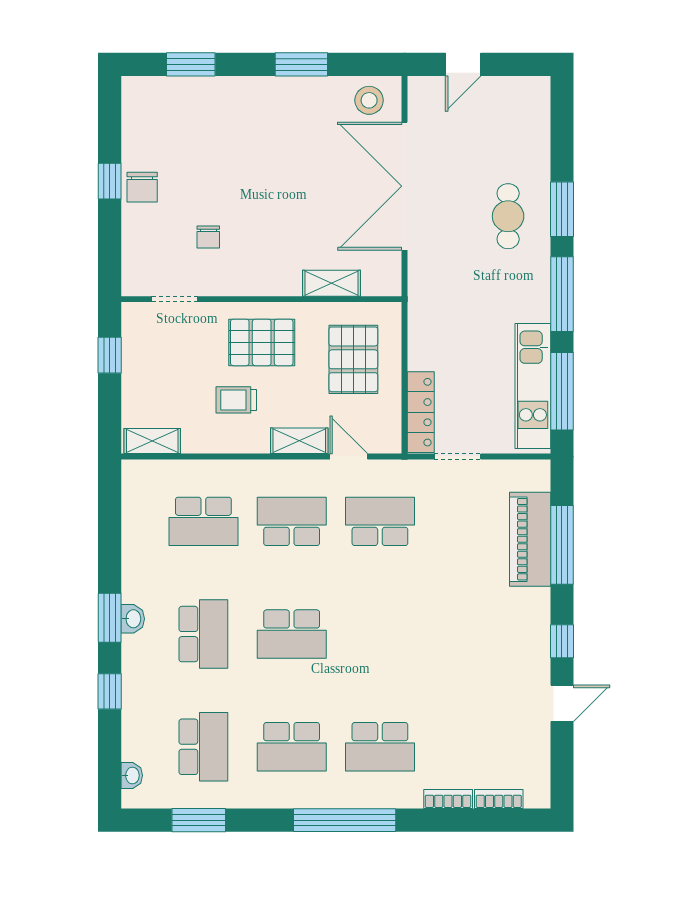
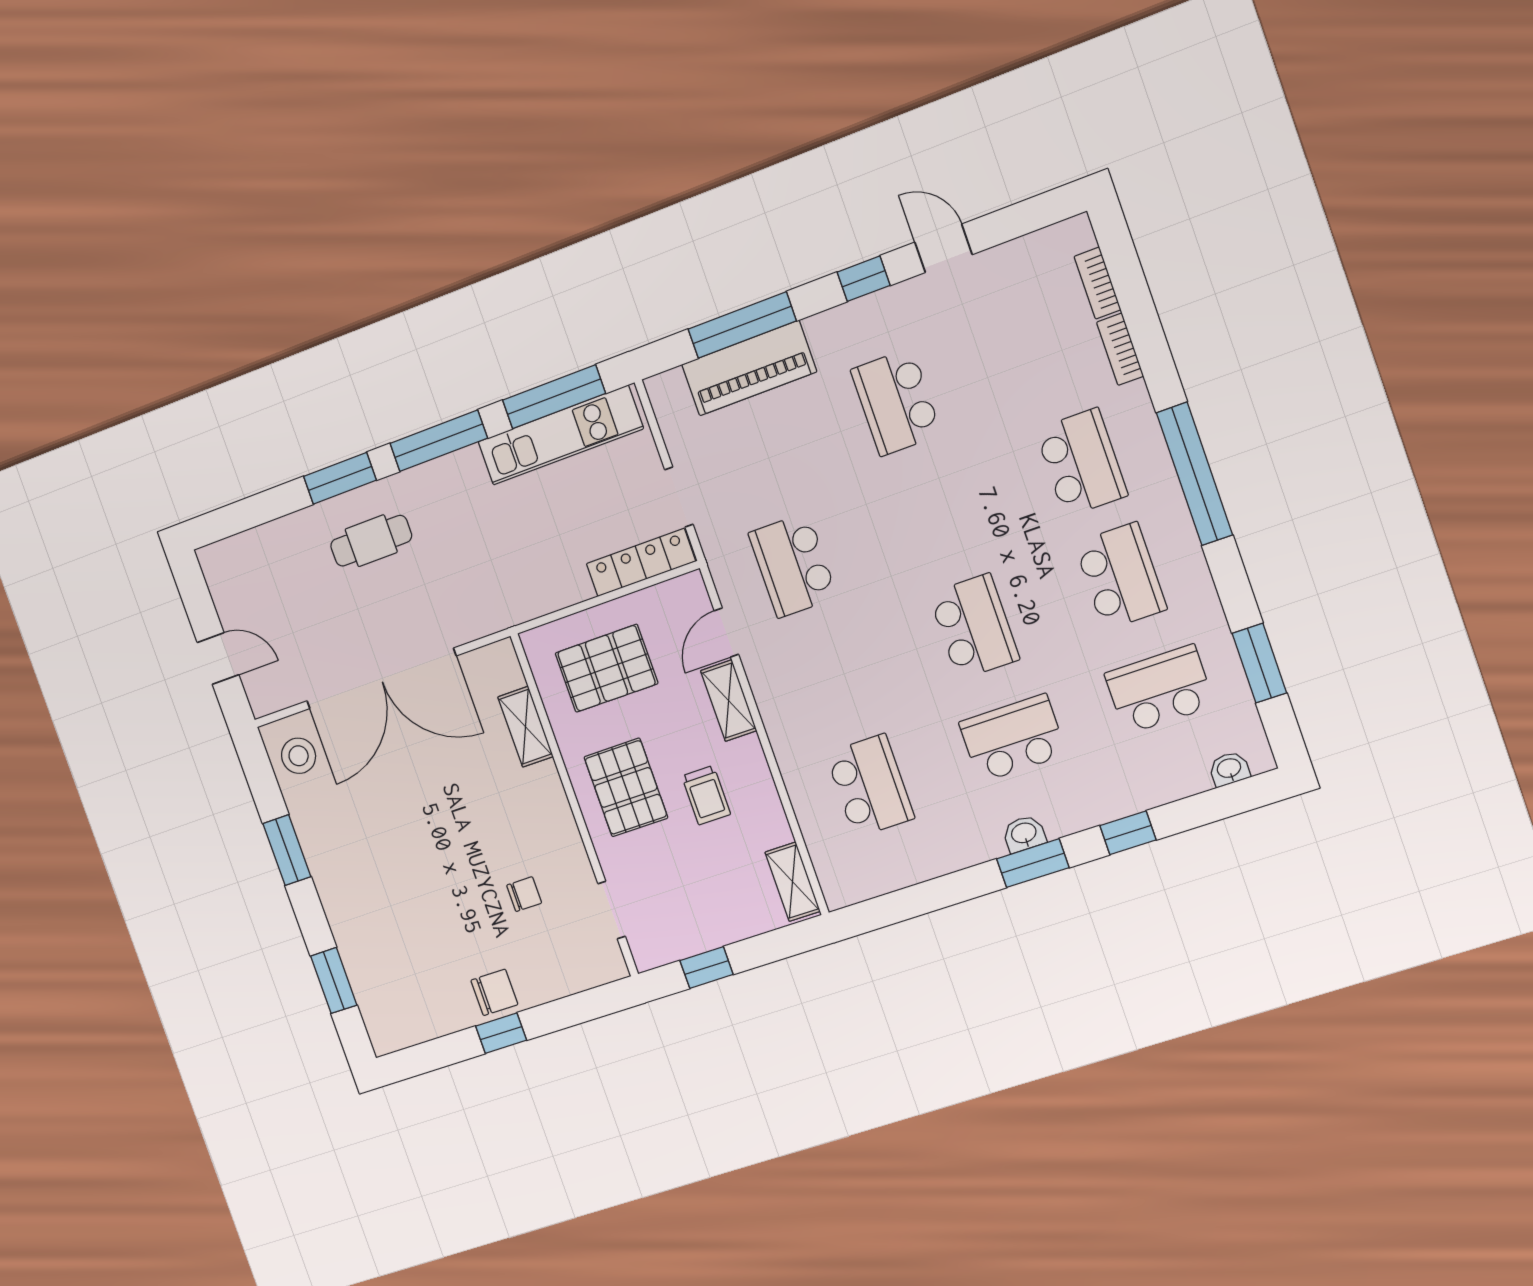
school desk: (292, 521) -> (896, 402), moved

